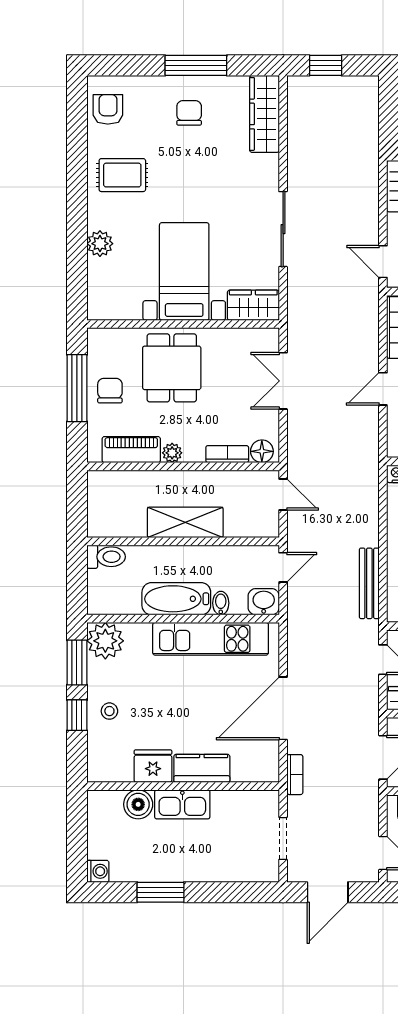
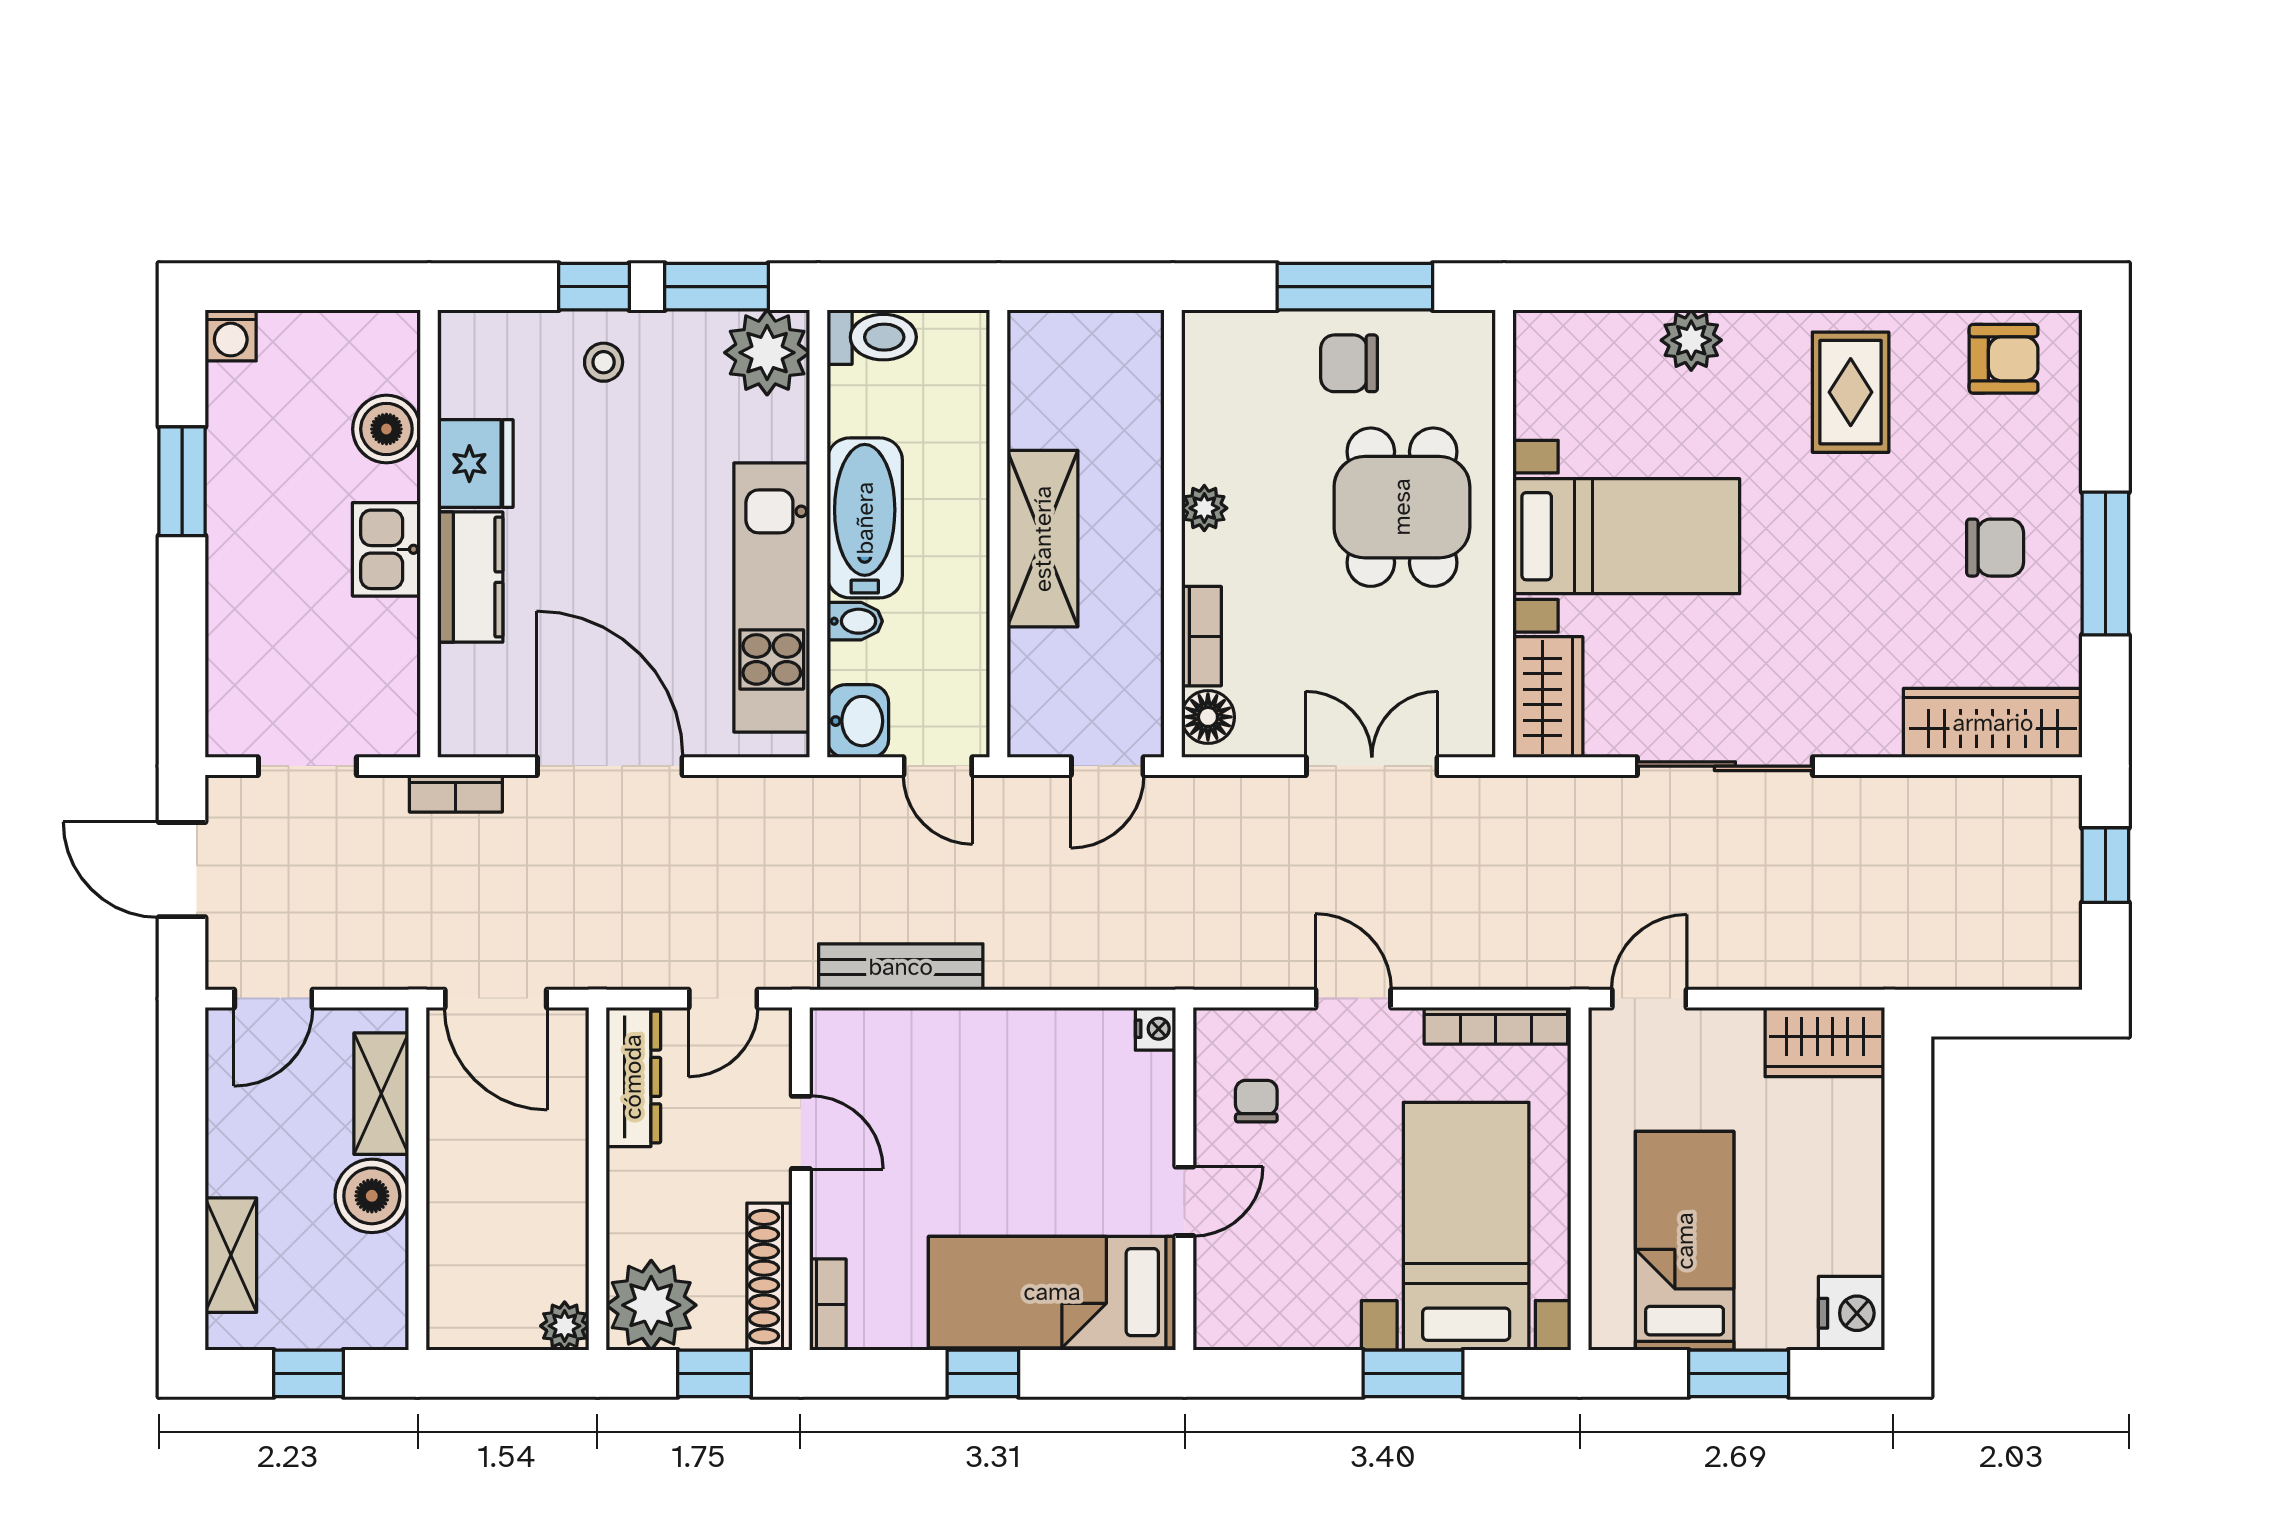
dining table: (172, 368) -> (1402, 507), turned 90
chair: (110, 391) -> (1349, 363), turned 180
piano: (131, 450) -> (1212, 413), removed
toilet: (106, 557) -> (872, 337), moved, turned -90
kitchen sink: (182, 804) -> (386, 549), width x0.73

